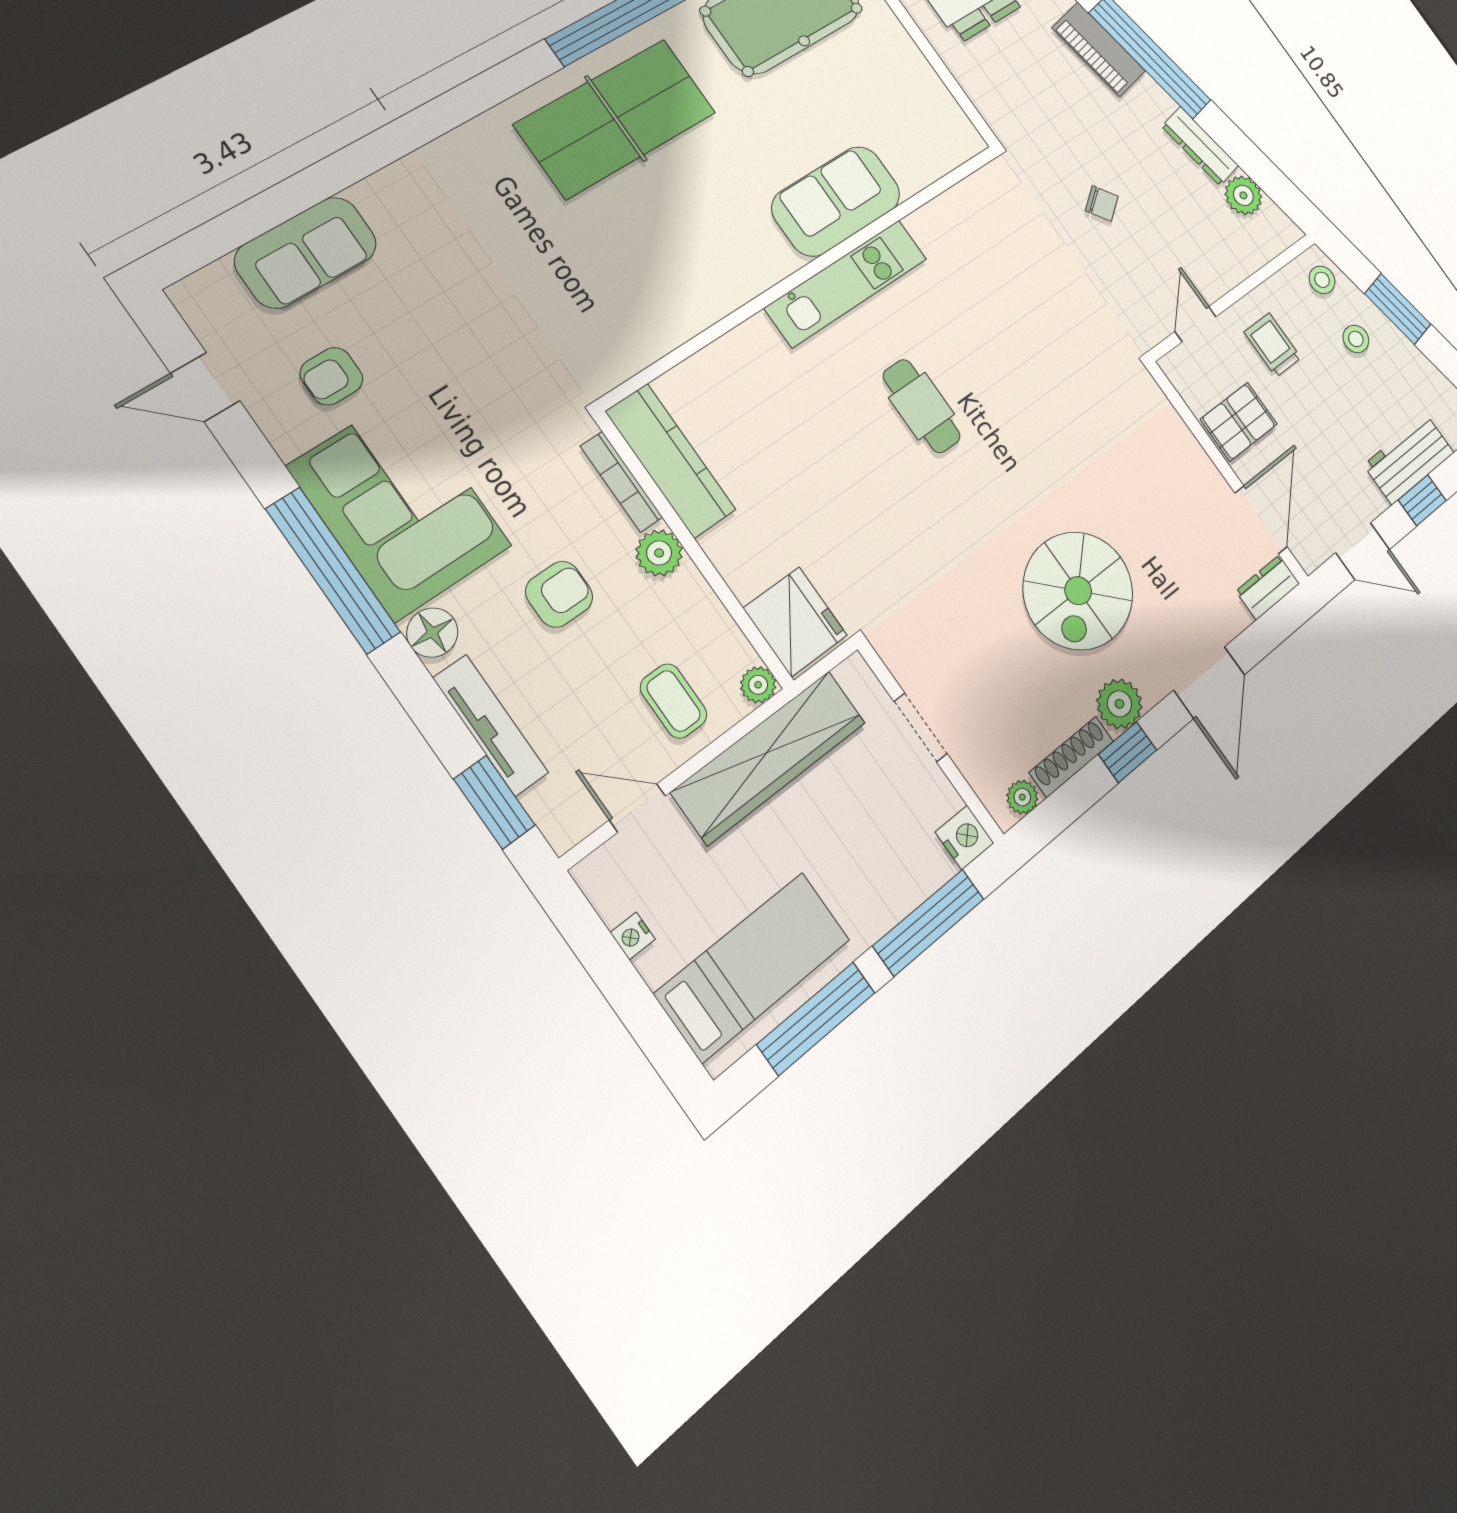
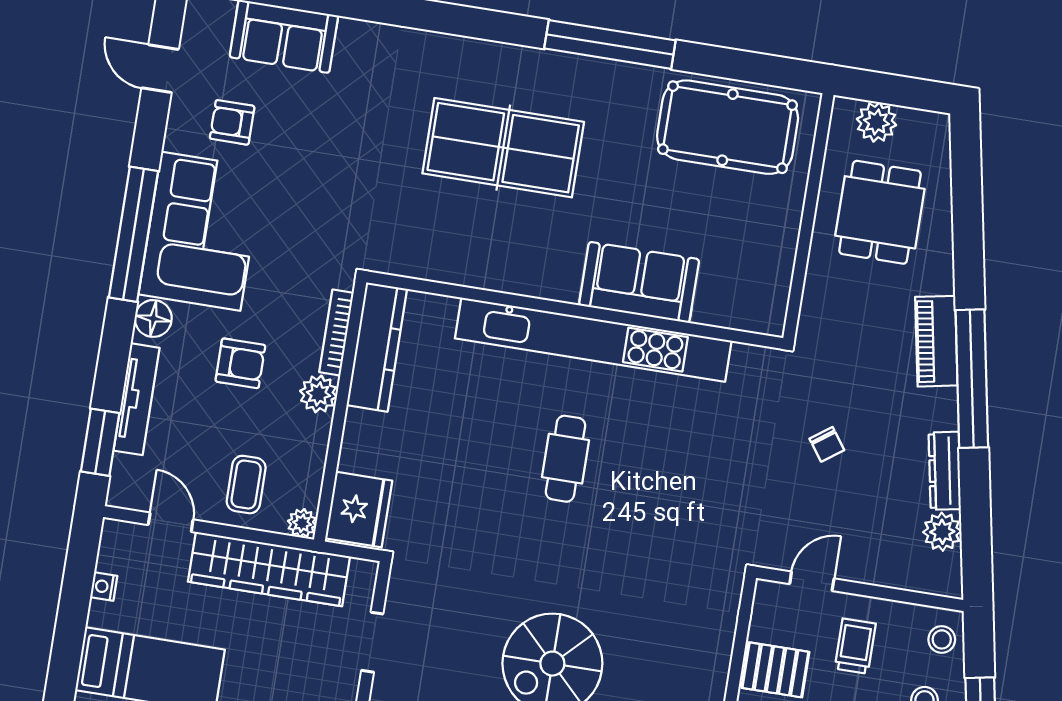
table tennis table: (616, 119) -> (503, 148), moved
kitchen unit: (846, 283) -> (593, 340), width x1.86

